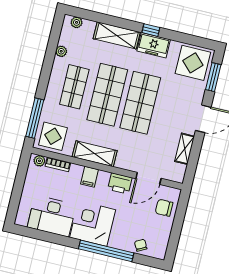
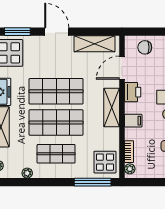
shelving: (185, 149) -> (94, 44), width x1.50, depth x1.33
shelving: (95, 154) -> (112, 108), moved
door: (148, 178) -> (122, 68), swing flipped
chair: (164, 208) -> (145, 47), turned 90

